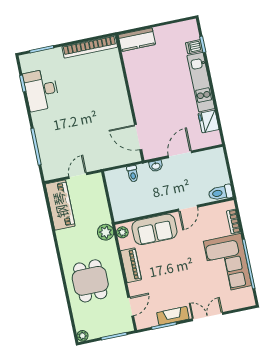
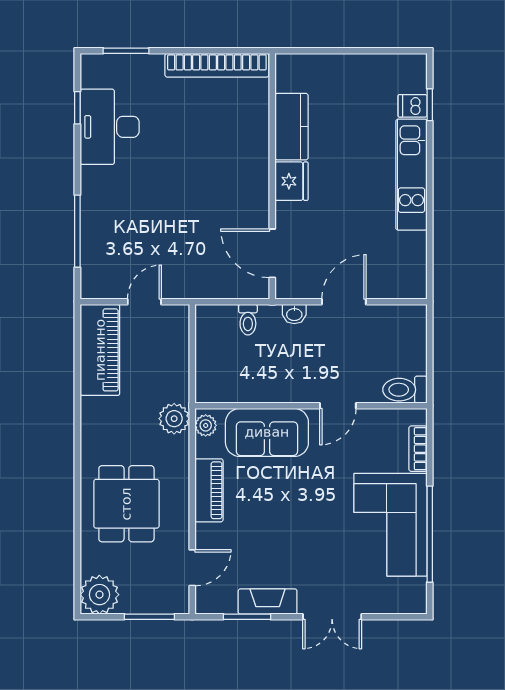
kitchen counter: (137, 40) -> (292, 127), moved, turned -90
fridge: (209, 121) -> (292, 181), moved, turned 180
double door: (208, 317) -> (332, 617), swing flipped
plant: (82, 336) -> (99, 595), width x1.87, depth x1.87

